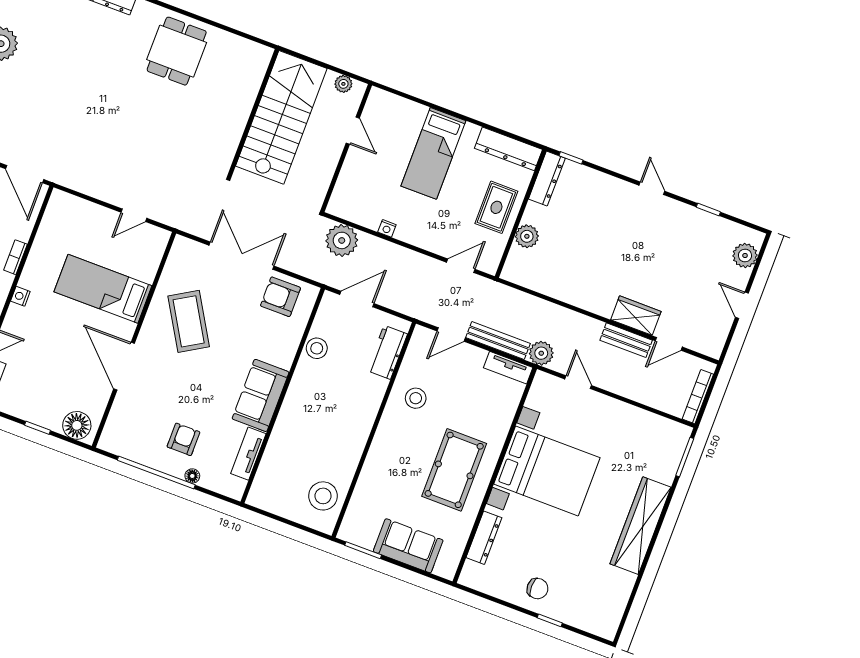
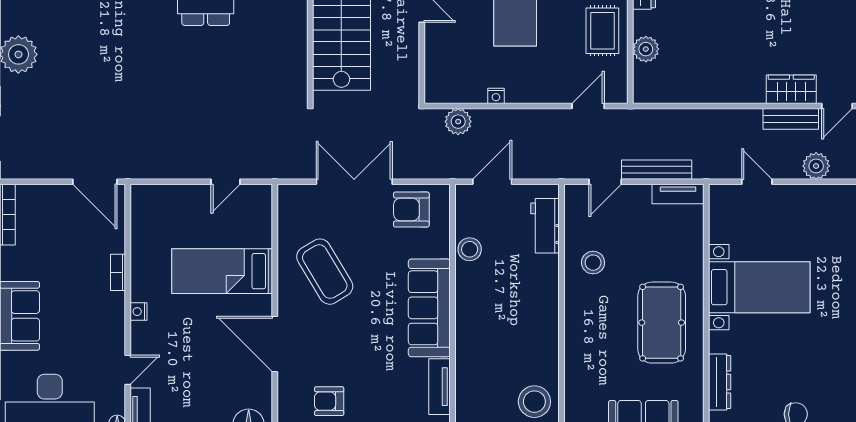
plant: (342, 240) -> (458, 122), width x0.73, depth x0.73
plant: (541, 353) -> (816, 166), moved
sofa: (261, 395) -> (429, 308), width x1.36
armchair: (183, 439) -> (329, 401), moved, turned -90
bed with nightstands: (547, 471) -> (759, 287), width x0.73

